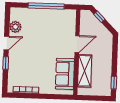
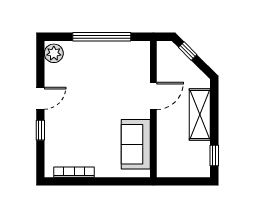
plant: (15, 27) -> (54, 53), moved
shelving: (85, 71) -> (200, 114), moved

